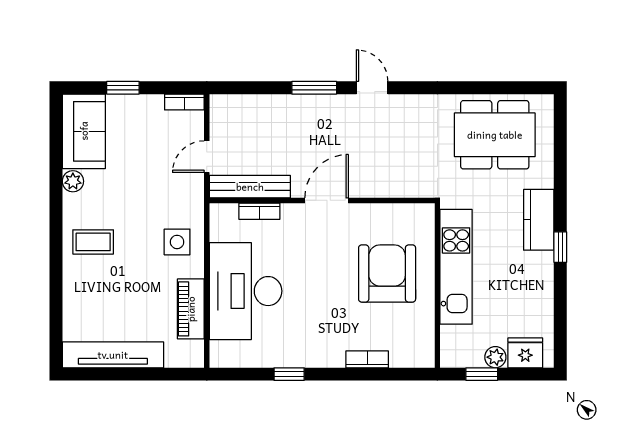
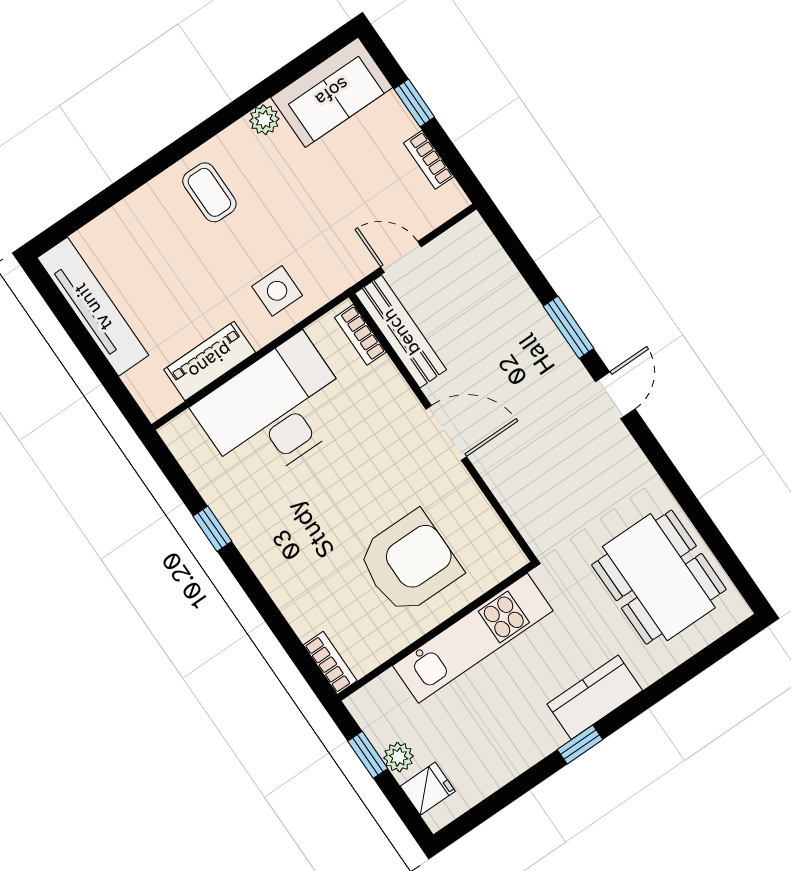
bookcase: (184, 102) -> (429, 160), moved
bookcase: (259, 211) -> (360, 335), moved
fridge: (525, 353) -> (428, 789), width x0.72
bookcase: (367, 359) -> (330, 663), moved

